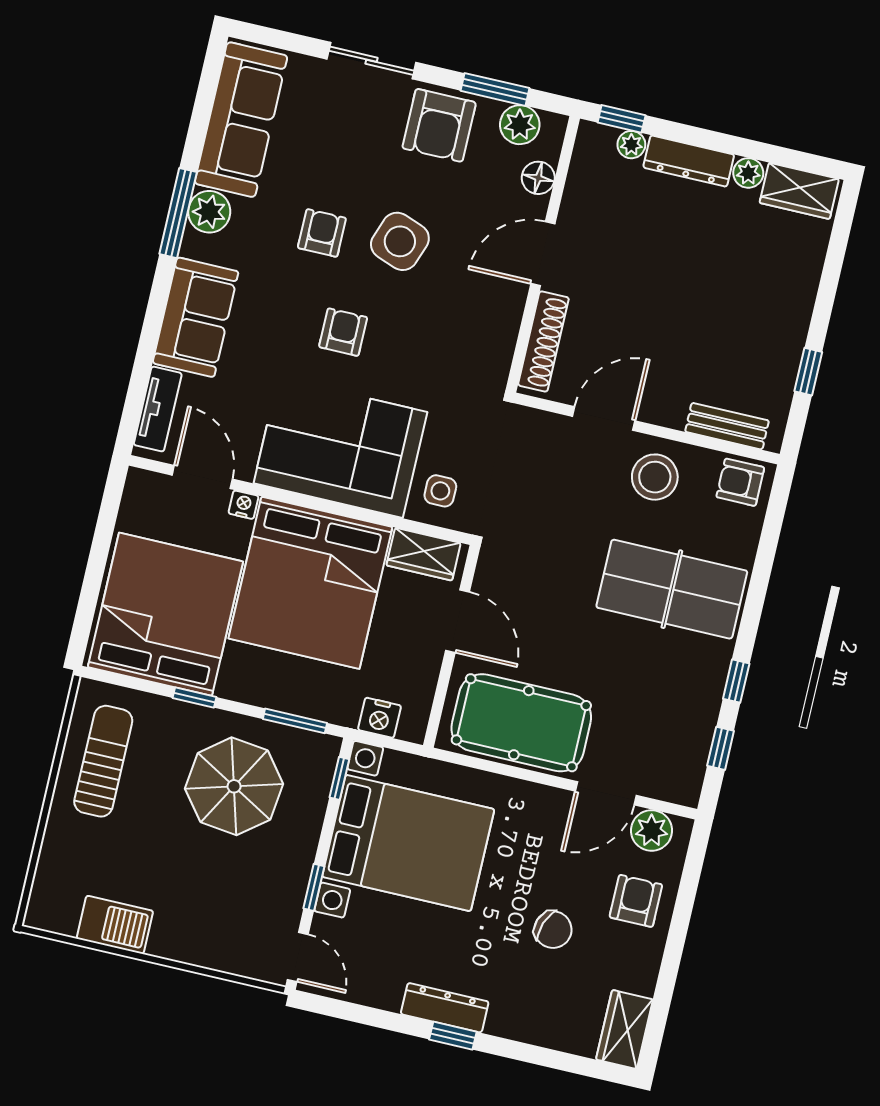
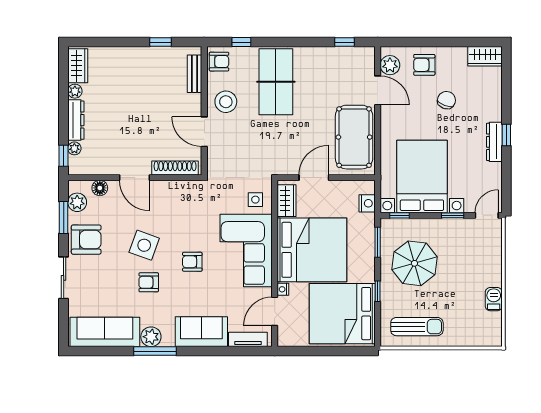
armchair: (740, 482) -> (219, 62), turned -90
window: (736, 681) -> (241, 42), moved
sun lounger: (103, 761) -> (417, 327), turned 180
barbecue: (115, 925) -> (494, 299), width x0.73, depth x0.79

